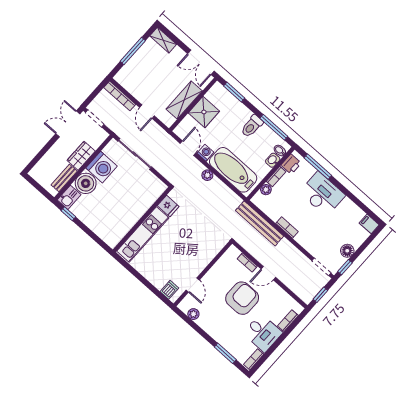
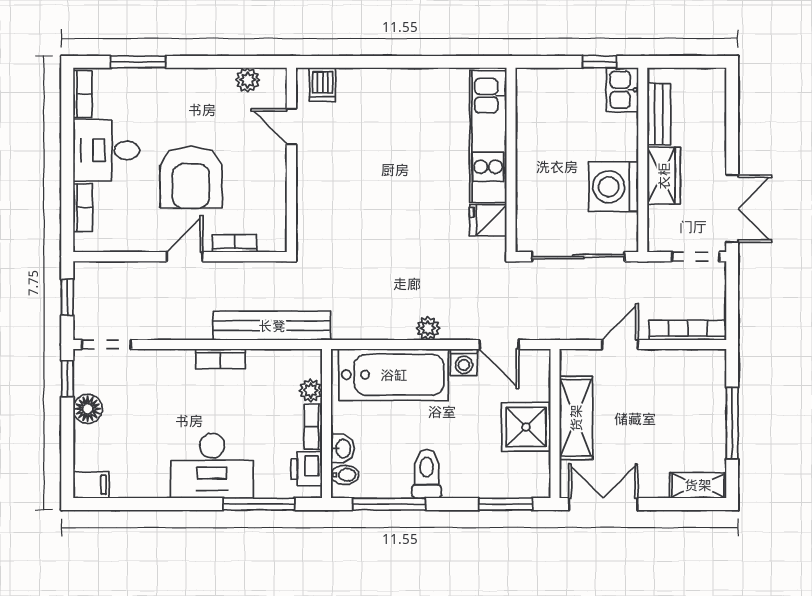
door: (147, 112) -> (620, 344), hinge flipped
boiler: (86, 183) -> (616, 137), removed
fridge: (168, 206) -> (488, 220), moved
wall: (142, 220) -> (511, 160), moved
kitchen unit: (143, 234) -> (488, 137), moved

